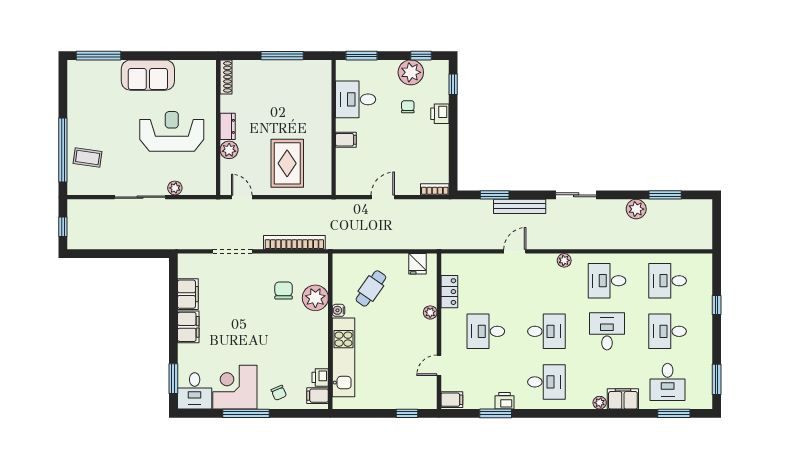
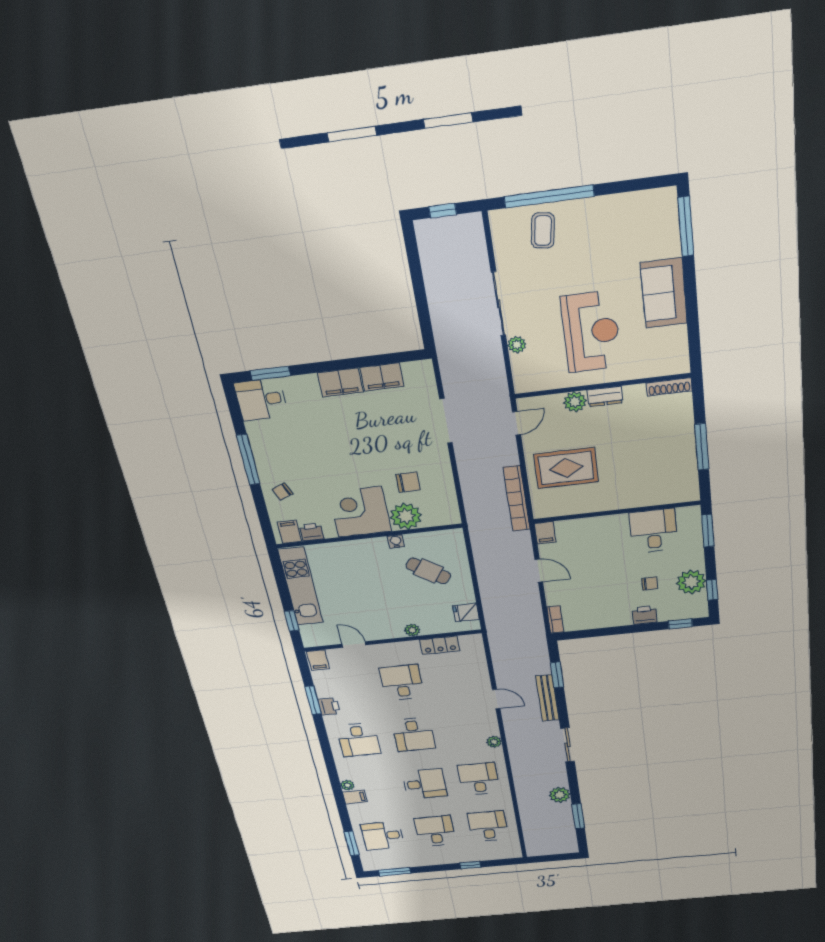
filing cabinet: (346, 140) -> (545, 533), moved
bookcase: (294, 242) -> (517, 498), moved, turned 180
kitchen unit: (343, 357) -> (301, 586), moved, turned -90
corner desk: (235, 387) -> (360, 512), moved, turned -90
filing cabinet: (623, 399) -> (355, 797), width x0.50

